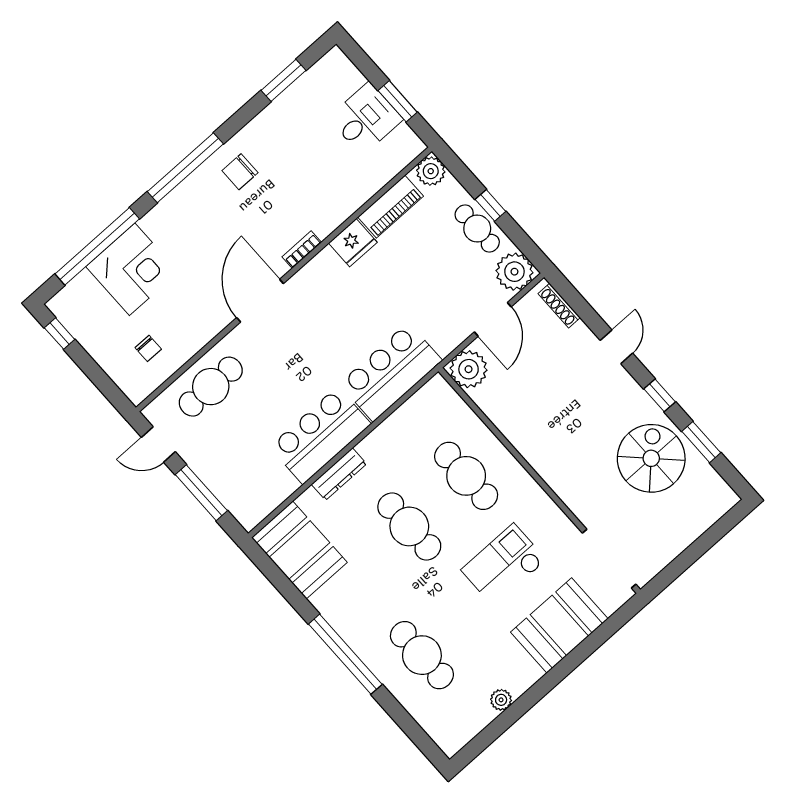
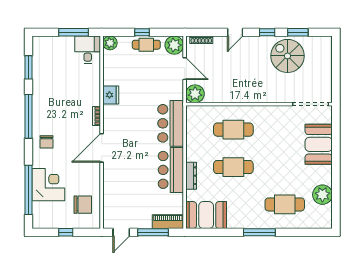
window: (398, 101) -> (74, 32), width x1.44
desk: (366, 119) -> (88, 50), moved
window: (185, 168) -> (29, 116), moved
chair: (240, 172) -> (47, 142), moved
piano: (391, 207) -> (168, 222), moved, turned -90
door: (260, 301) -> (102, 148), hinge flipped
window: (60, 334) -> (66, 232), moved
door: (616, 347) -> (235, 32), swing flipped
chair: (148, 348) -> (83, 205), width x1.87, depth x1.87
cafe table: (211, 387) -> (117, 194), removed
checkout: (504, 565) -> (278, 145), removed
window: (345, 654) -> (259, 232), width x0.68
plant: (501, 700) -> (322, 195), width x1.87, depth x1.87

